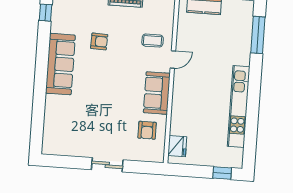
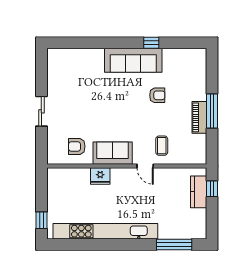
window: (46, 13) -> (151, 43), moved
armchair: (99, 41) -> (157, 95), turned -92
kitchen unit: (239, 107) -> (105, 231), width x1.36
fridge: (177, 146) -> (100, 176), moved

